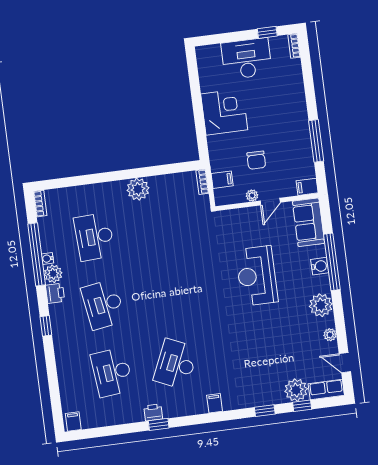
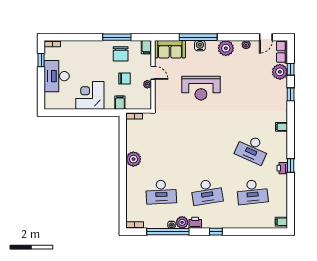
chair: (292, 150) -> (121, 54), added
filing cabinet: (222, 180) -> (120, 103), moved

